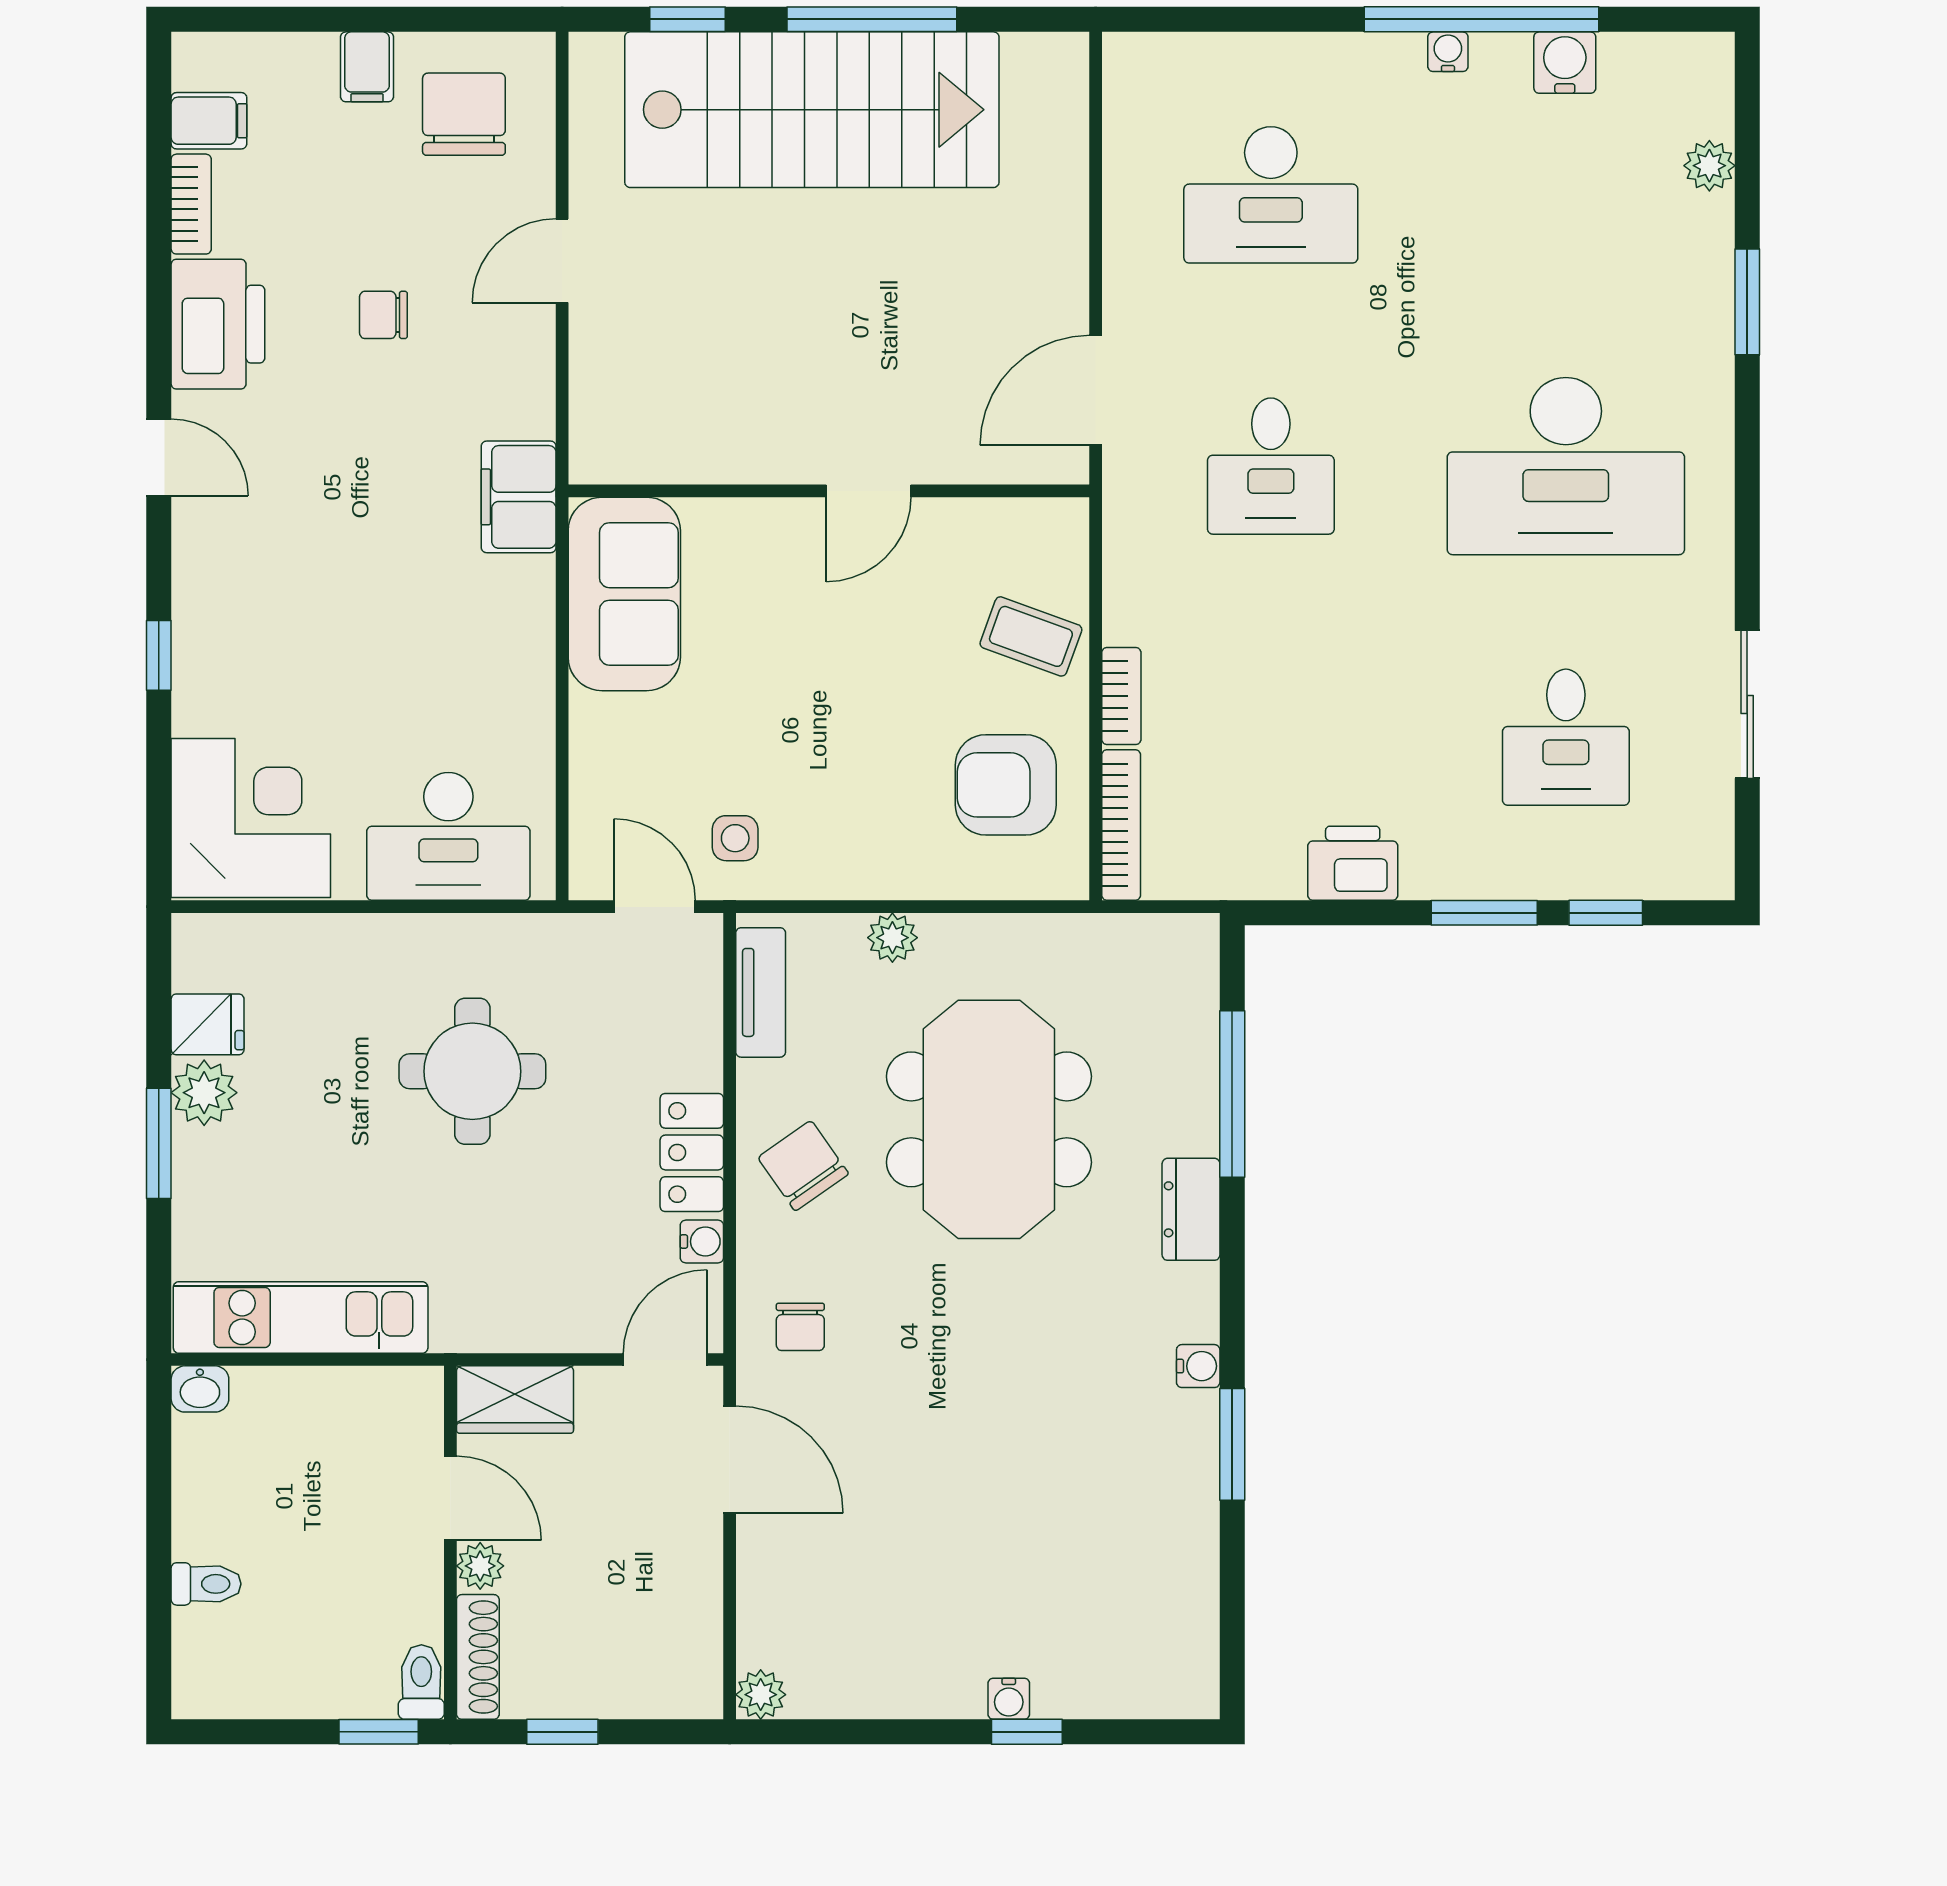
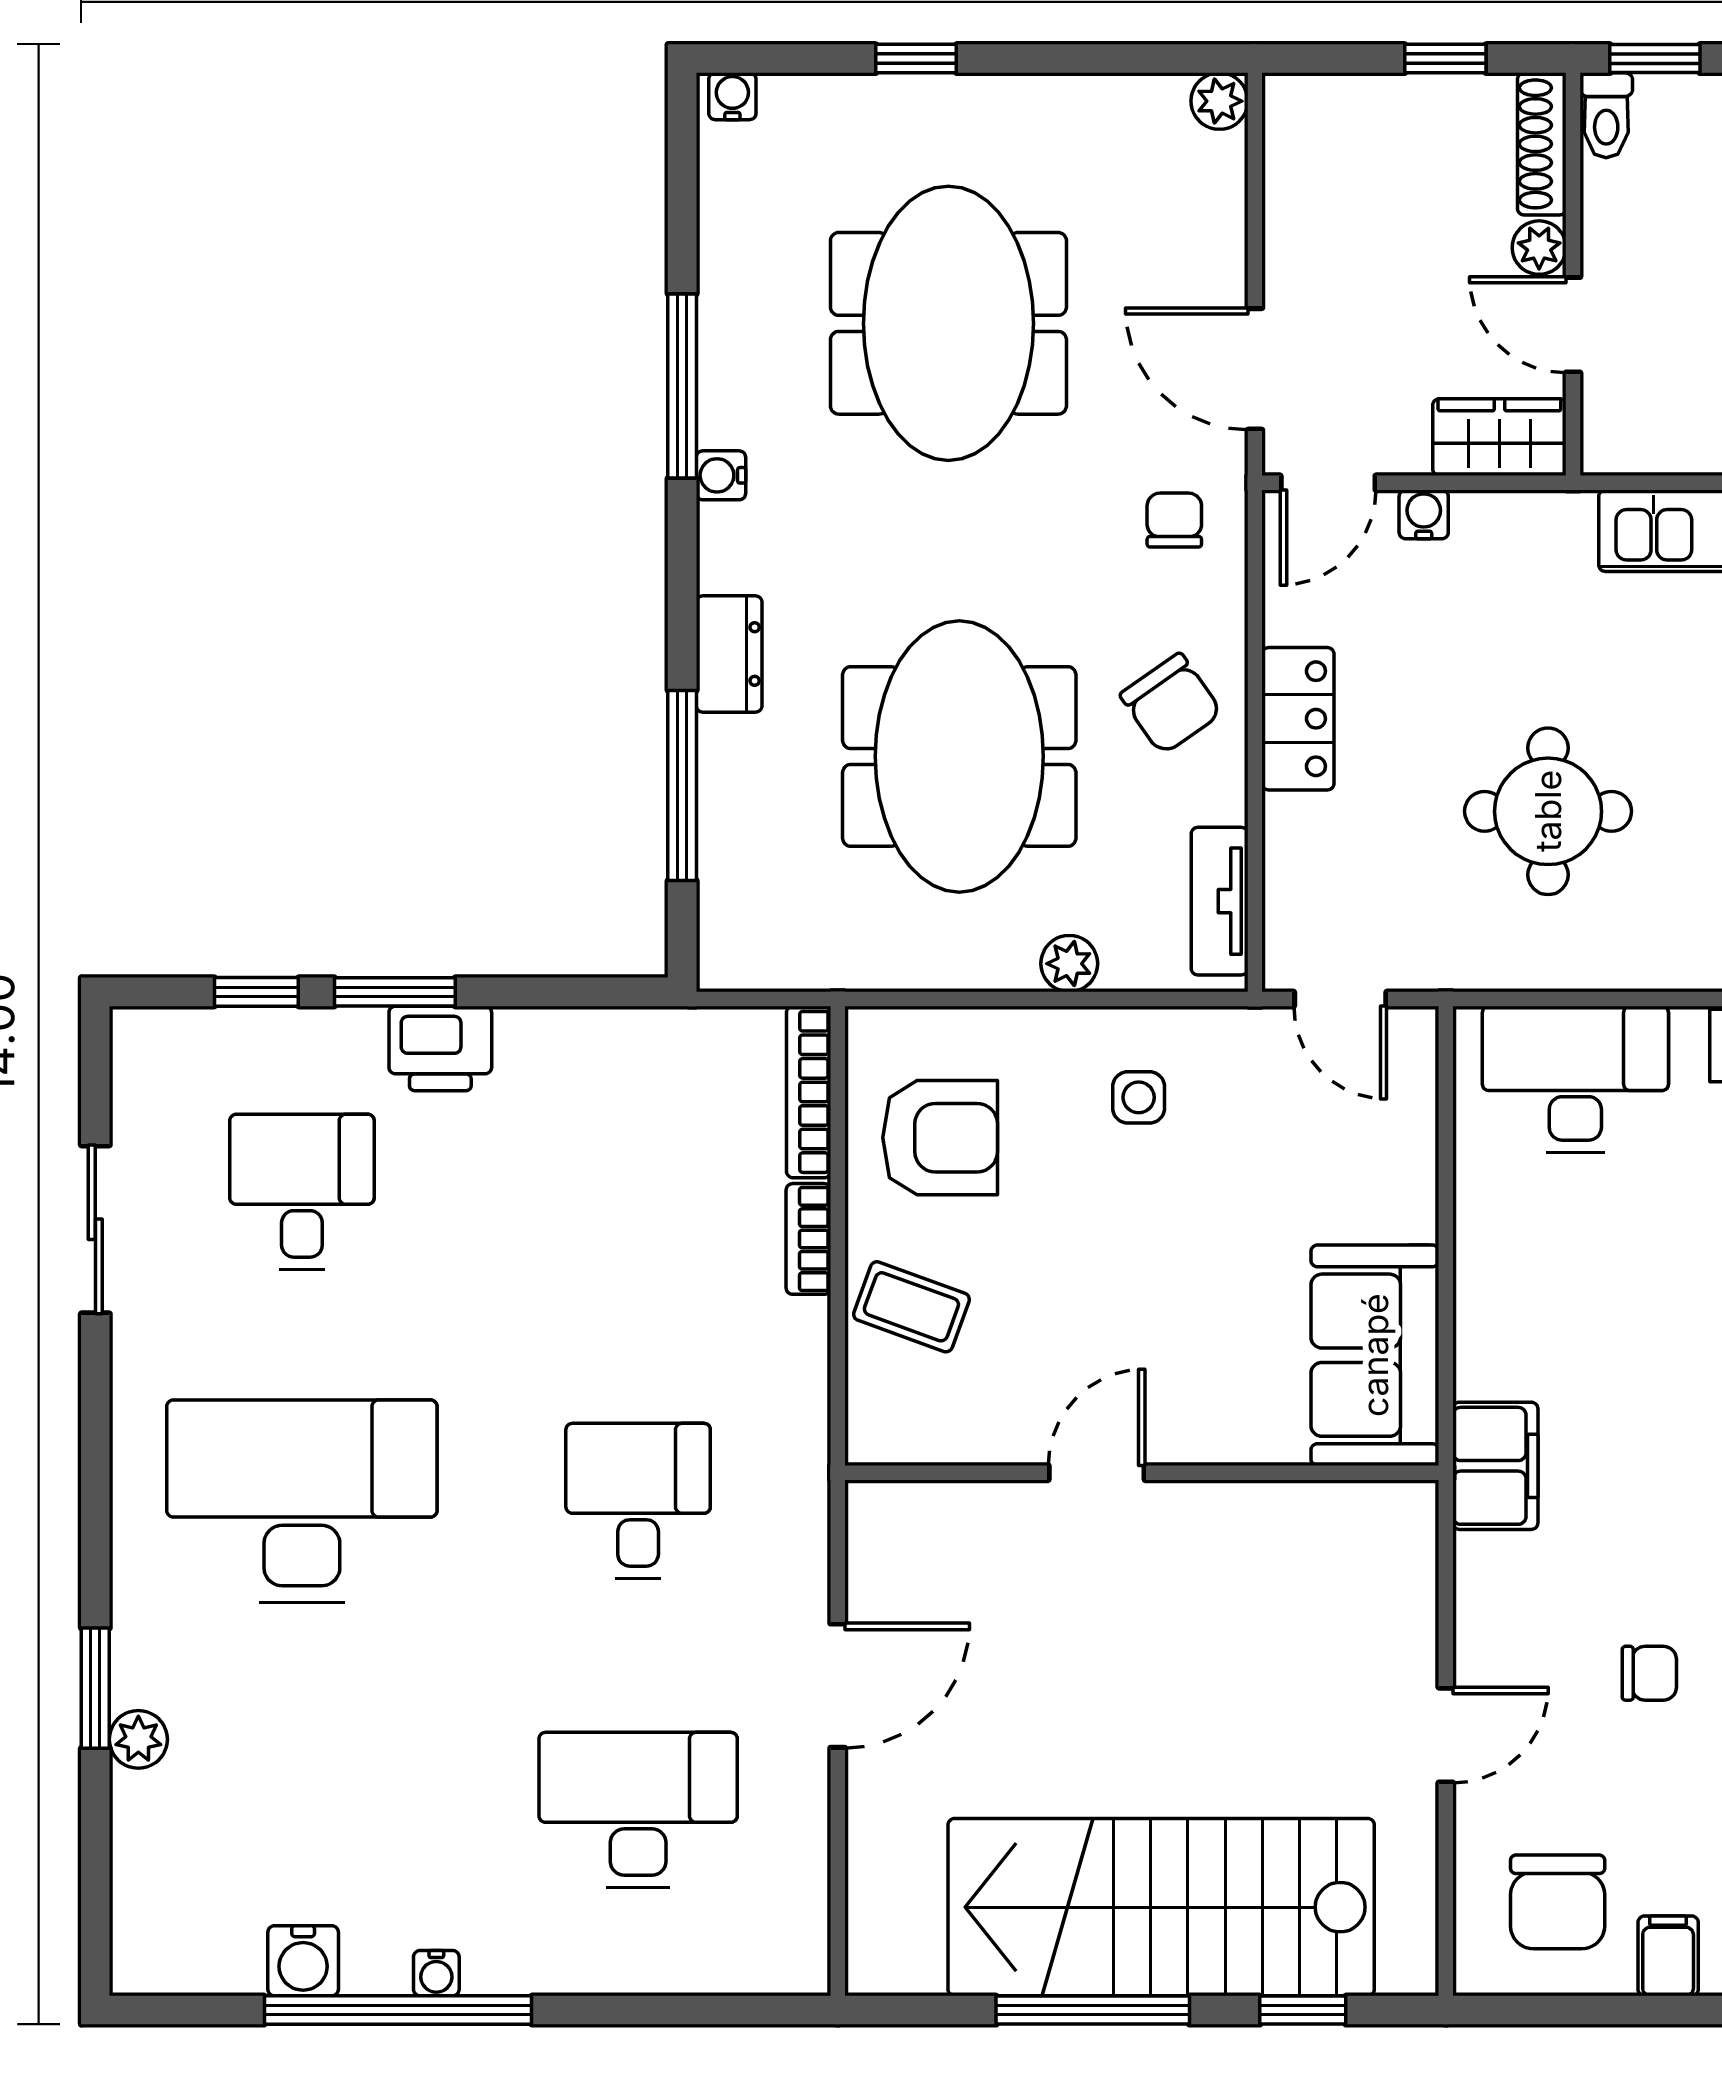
plant: (1709, 166) -> (138, 1739), moved
door: (1096, 390) -> (838, 1686), moved
side table: (735, 838) -> (1139, 1097), moved
printer: (1353, 863) -> (440, 1048), moved
water cooler: (702, 1242) -> (1424, 514), moved, turned 90
window: (1232, 1444) -> (682, 386), width x1.44
meeting table: (998, 1499) -> (948, 323), added
water cooler: (1009, 1699) -> (732, 96), moved

